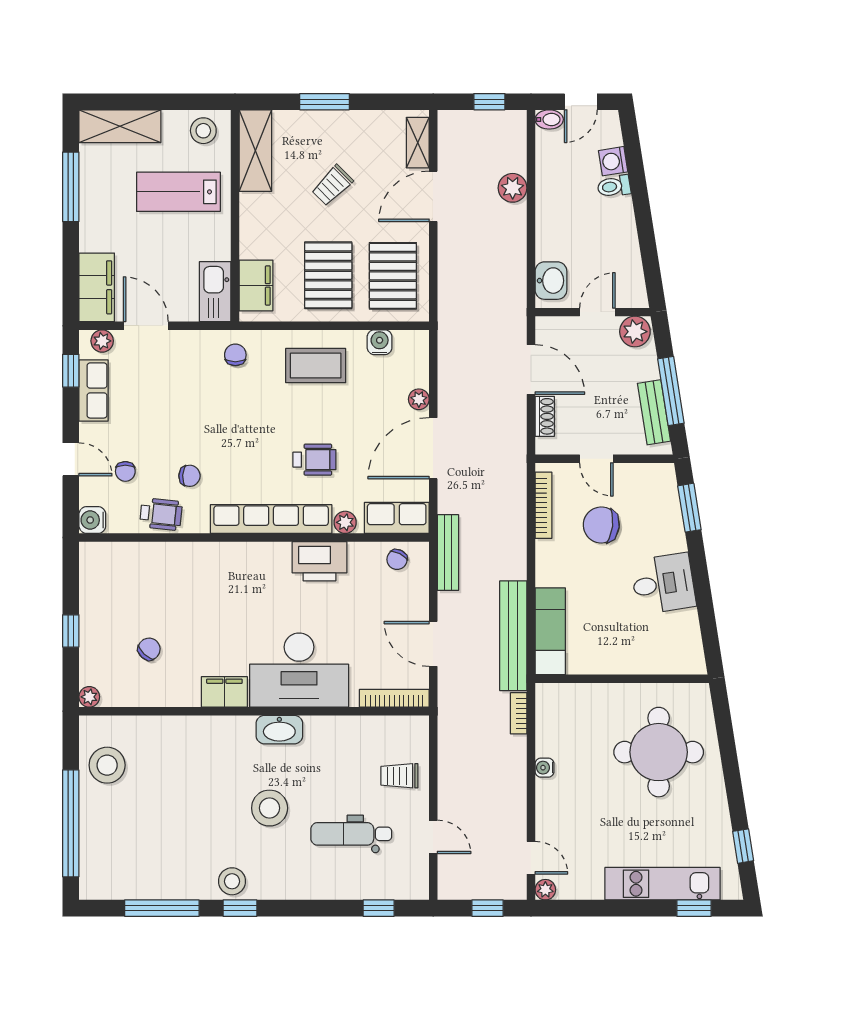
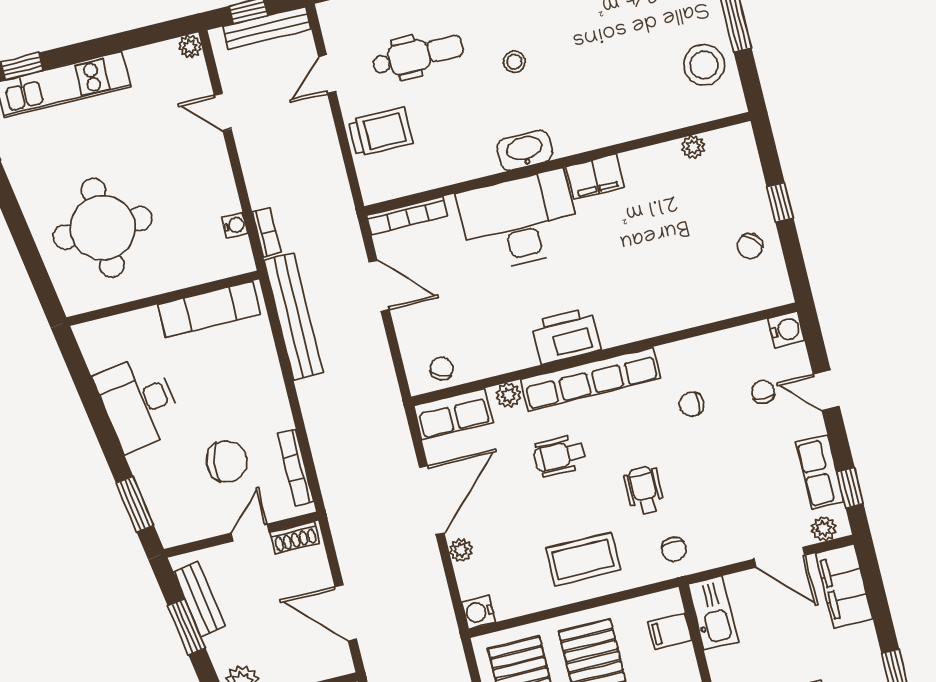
filing cabinet: (256, 285) -> (670, 631), width x0.50
water cooler: (380, 342) -> (478, 612), moved, turned 90
window: (671, 391) -> (187, 627), width x0.69
shoe rack: (545, 416) -> (295, 538), moved, turned -90
door: (596, 459) -> (250, 533), hinge flipped
wheelchair: (161, 514) -> (644, 490), moved, turned 84
bench: (448, 553) -> (267, 28), moved, turned 90
printer: (319, 561) -> (566, 336), moved
desk: (663, 584) -> (139, 403), width x1.37
exam couch: (550, 631) -> (209, 309), moved, turned -90
chair: (149, 649) -> (750, 246), moved
plant: (89, 697) -> (693, 147), moved
water cooler: (545, 768) -> (235, 225), moved
trolley: (399, 776) -> (381, 132), width x1.36, depth x1.39
stool: (270, 808) -> (514, 62), width x0.53, depth x0.53
door: (433, 837) -> (327, 74), hinge flipped
door: (531, 858) -> (223, 112), moved

